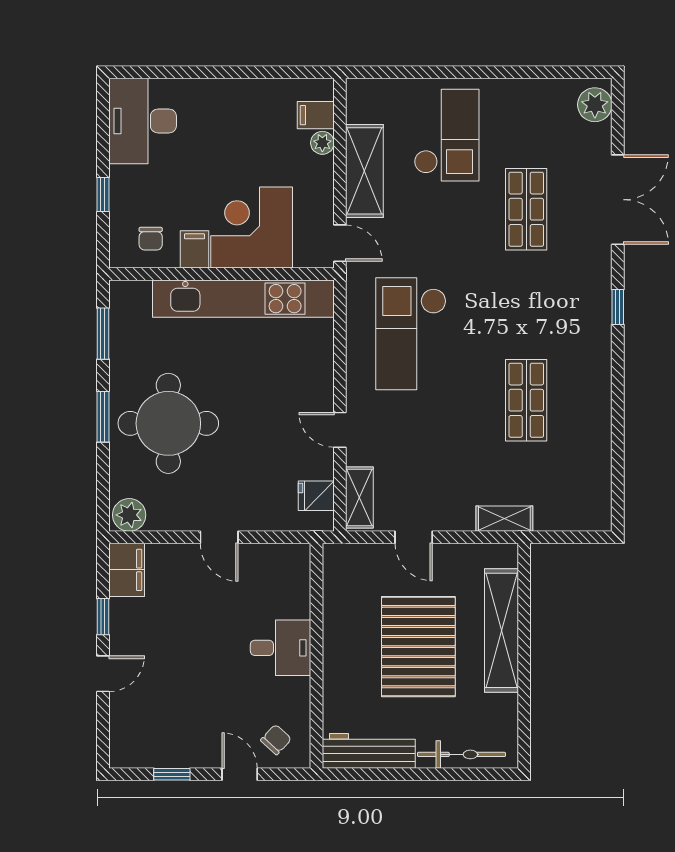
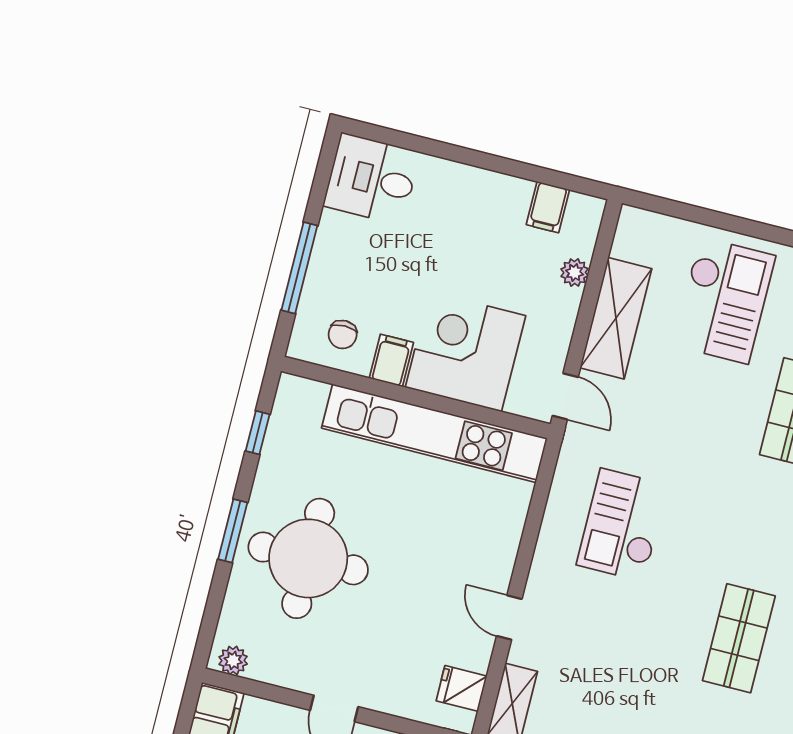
filing cabinet: (316, 115) -> (548, 207), moved, turned -90
desk: (143, 121) -> (372, 179), width x0.73
window: (103, 194) -> (299, 268), width x2.17
window: (103, 334) -> (258, 433), width x0.67
checkout: (411, 334) -> (622, 525), width x0.73, depth x0.83
plant: (129, 515) -> (233, 660), width x0.73, depth x0.73

